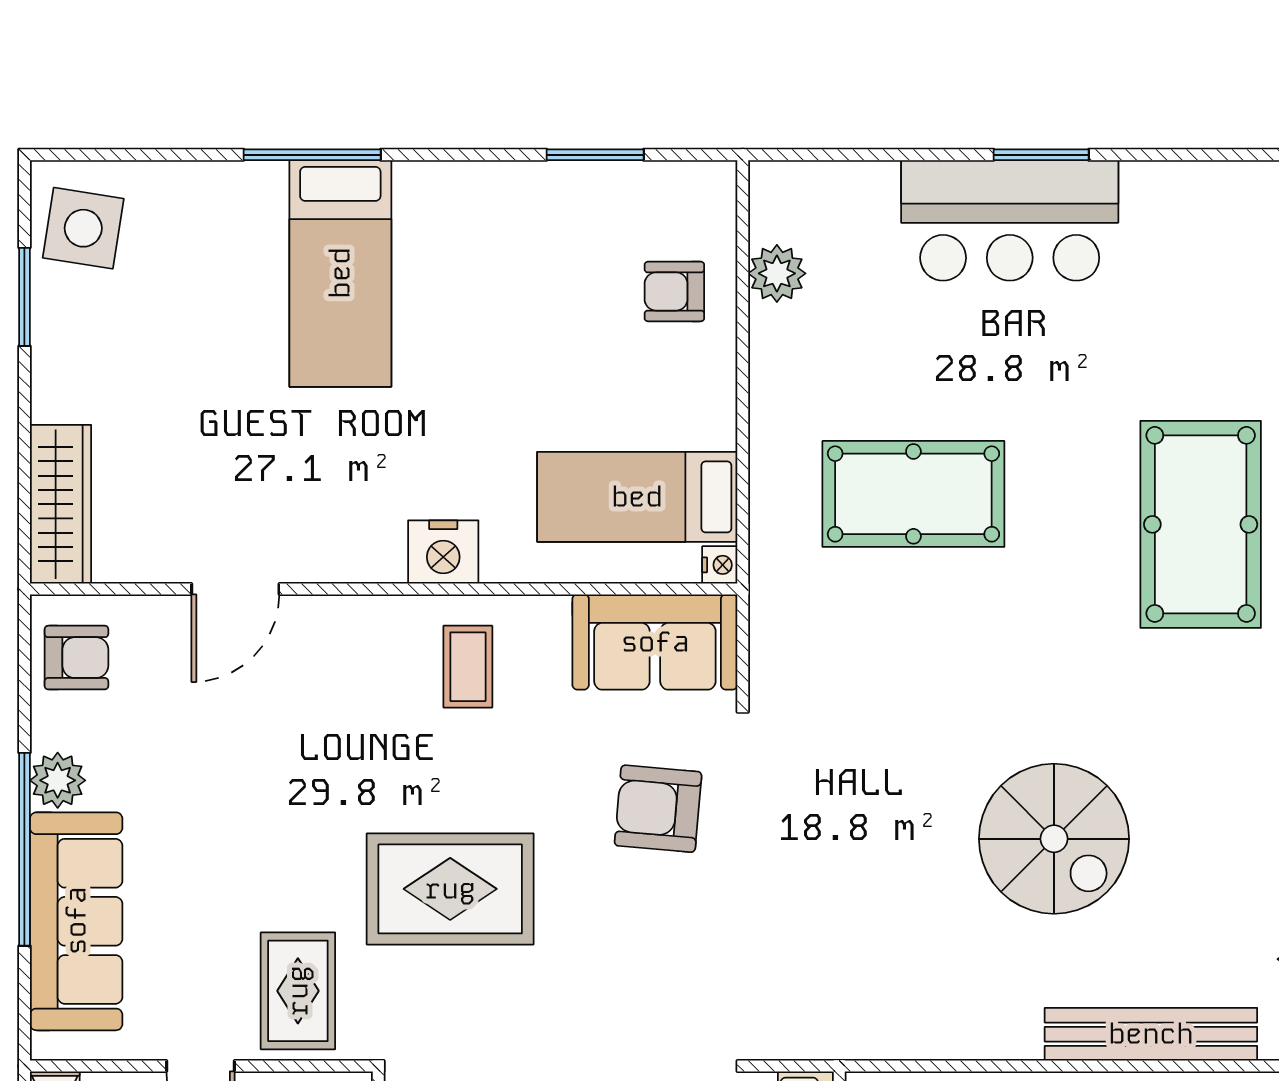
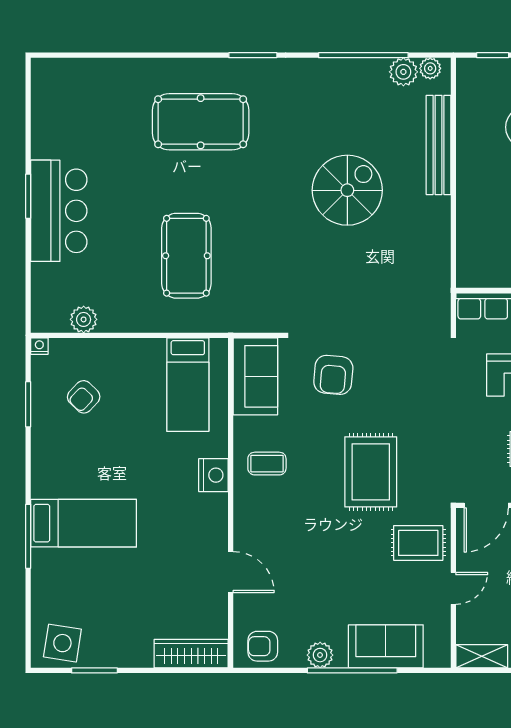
armchair: (674, 291) -> (84, 397), moved, turned 44
nightstand: (720, 565) -> (39, 346), moved
armchair: (76, 658) -> (263, 646), turned -90
sofa: (76, 921) -> (386, 646), width x0.73

